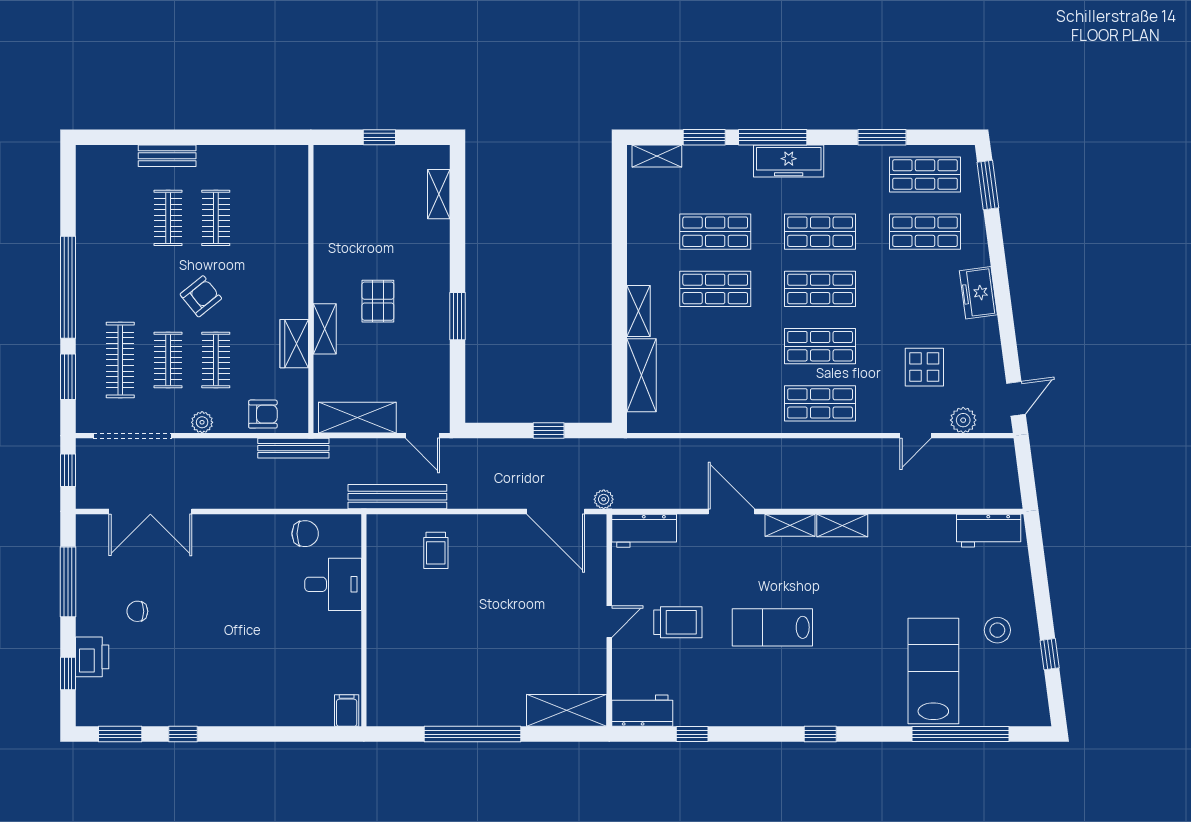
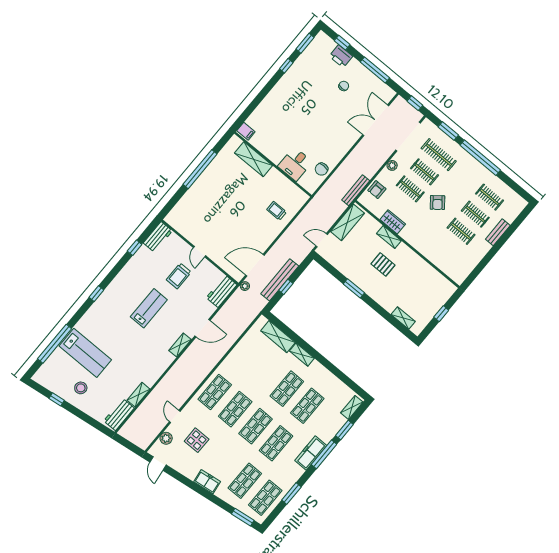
clothes rail: (120, 218) -> (490, 197), added
bench: (397, 497) -> (280, 280), moved
shelving: (842, 525) -> (139, 395), moved
shelving: (567, 710) -> (253, 159), moved, turned 90

